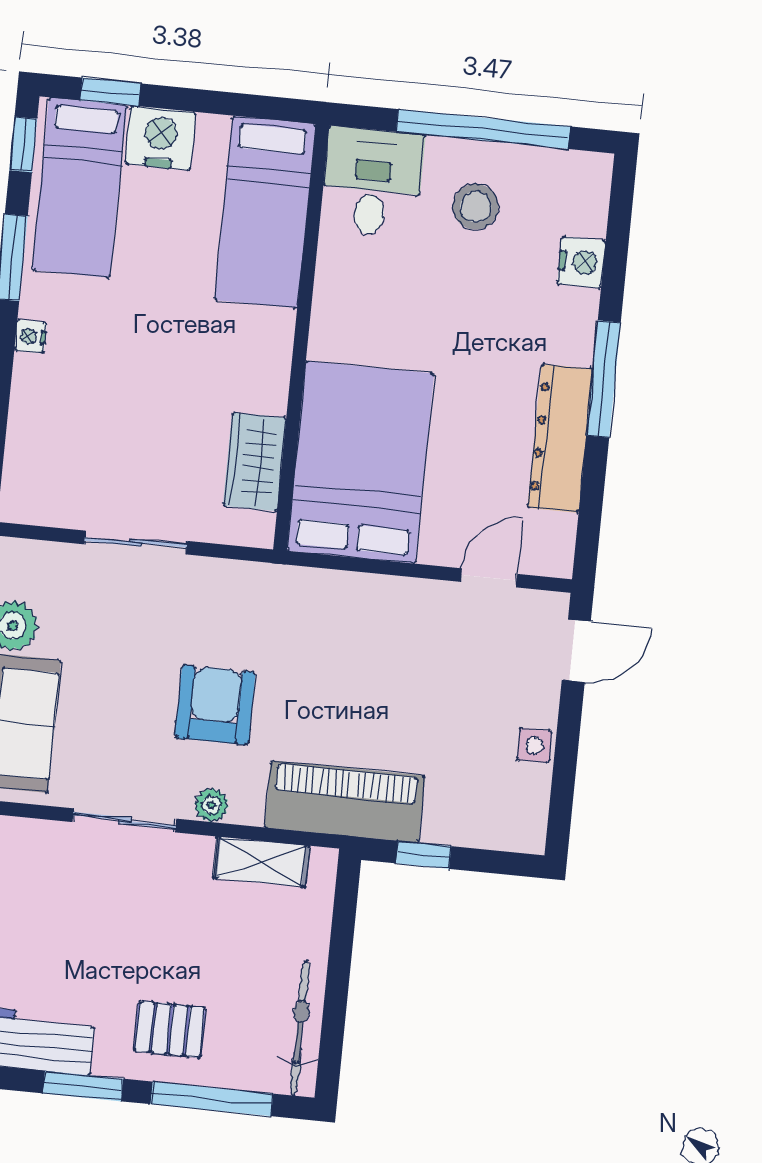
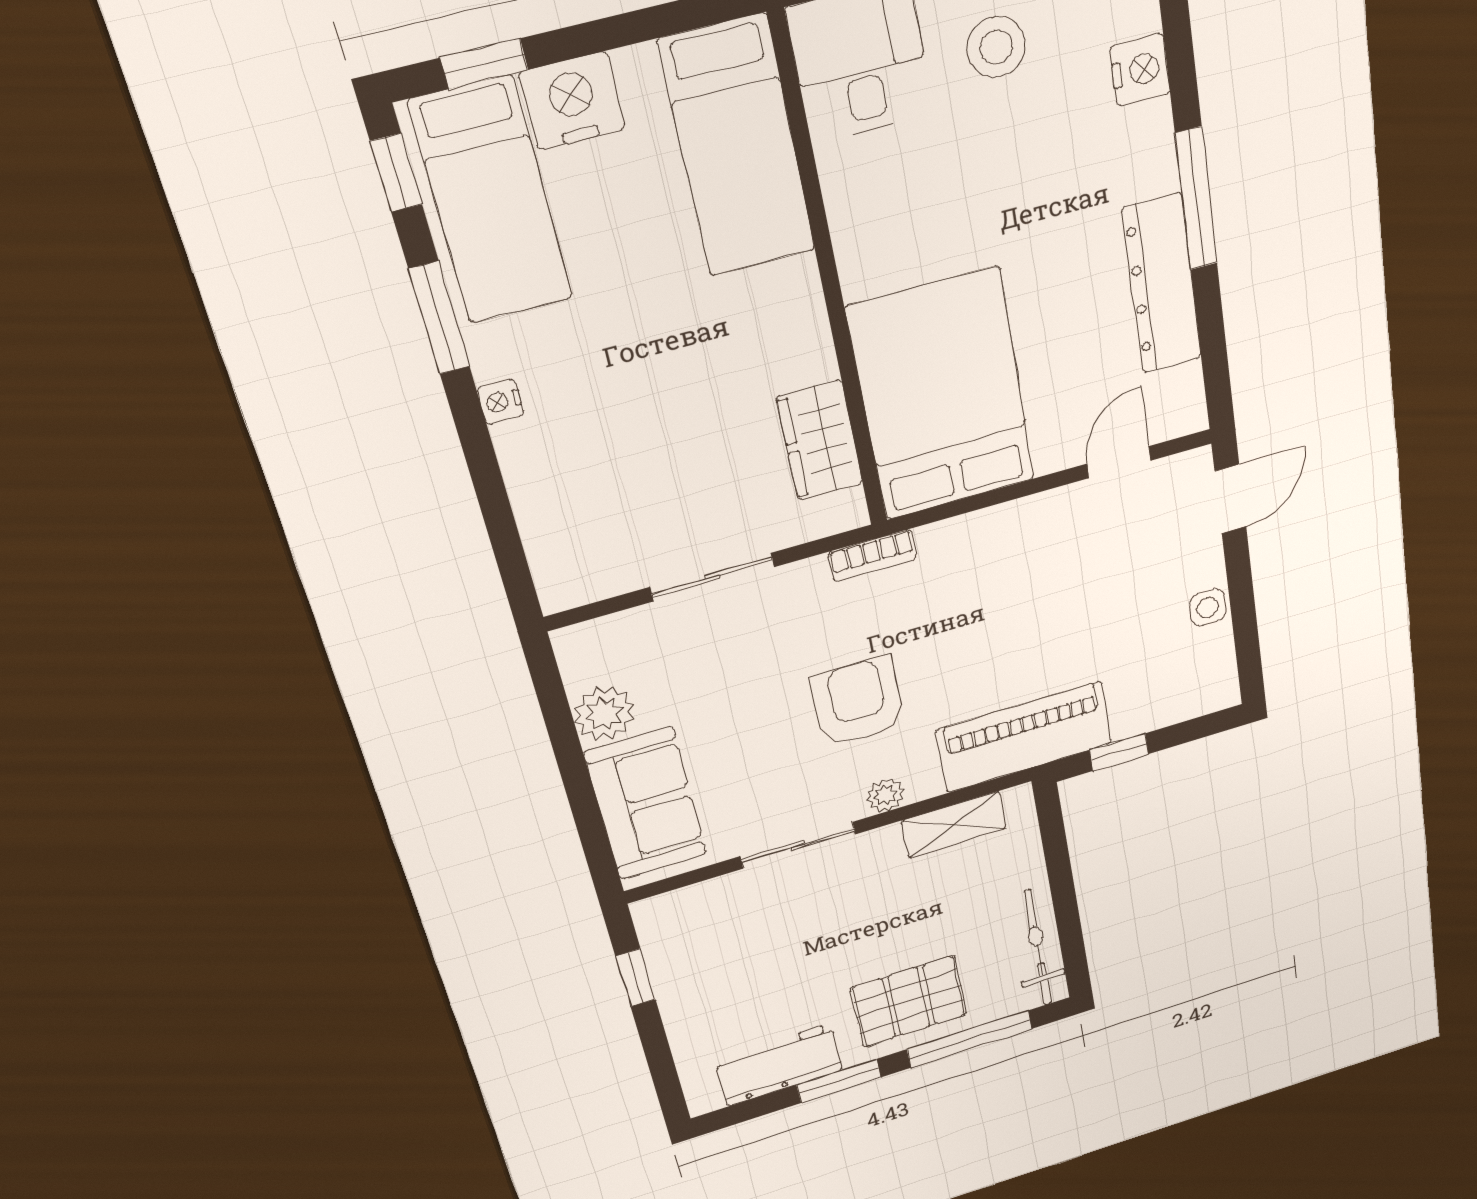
bookcase: (266, 577) -> (872, 556), added
pallet: (170, 1029) -> (909, 1001), width x1.50, depth x1.42

